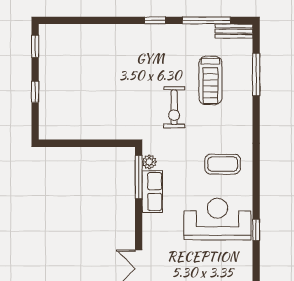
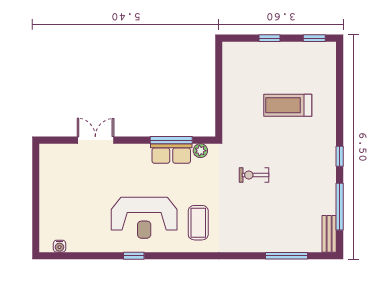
treadmill: (210, 80) -> (288, 105), moved
exercise bike: (174, 107) -> (254, 175), width x0.73, depth x0.72
window: (139, 177) -> (171, 140), moved
reception desk: (218, 219) -> (144, 218), turned 90

